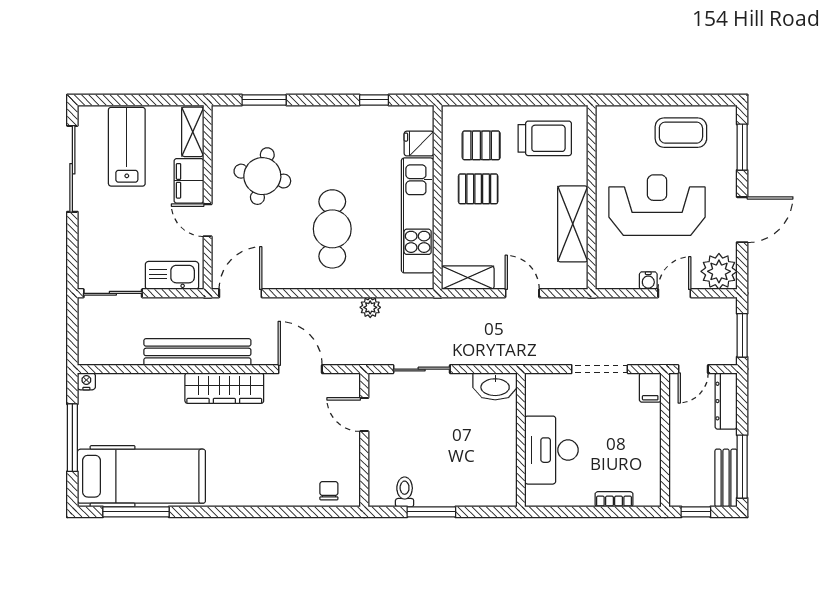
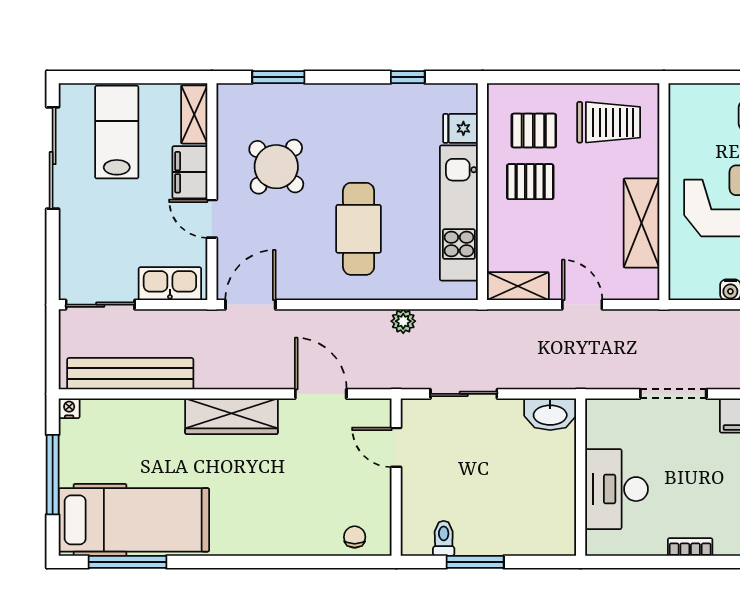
round table: (262, 176) -> (276, 167), turned 30
bench: (197, 352) -> (130, 374), moved

